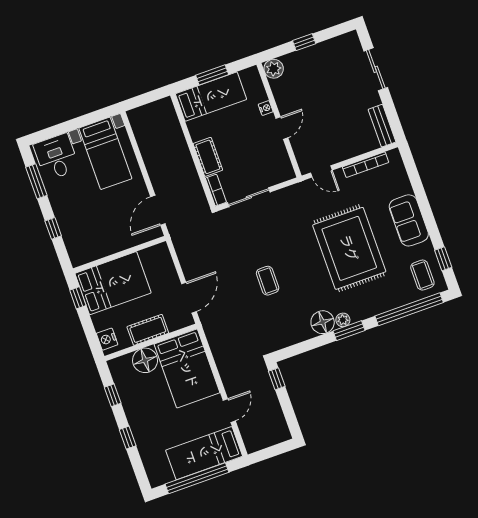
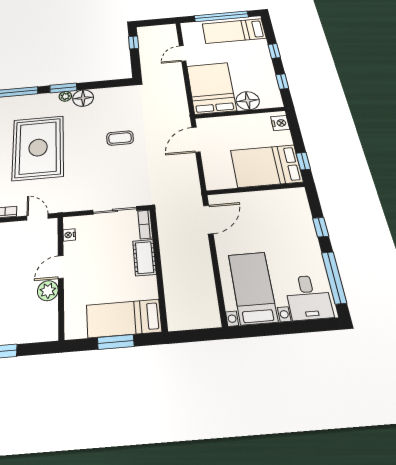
plant: (274, 69) -> (48, 291), moved
nightstand: (266, 108) -> (69, 235), moved
window: (36, 181) -> (334, 278), width x1.44
coffee table: (268, 281) -> (120, 138), turned 90
cot: (148, 330) -> (240, 123), removed
window: (277, 379) -> (134, 42), moved
bed: (204, 453) -> (234, 31), moved, turned 180

